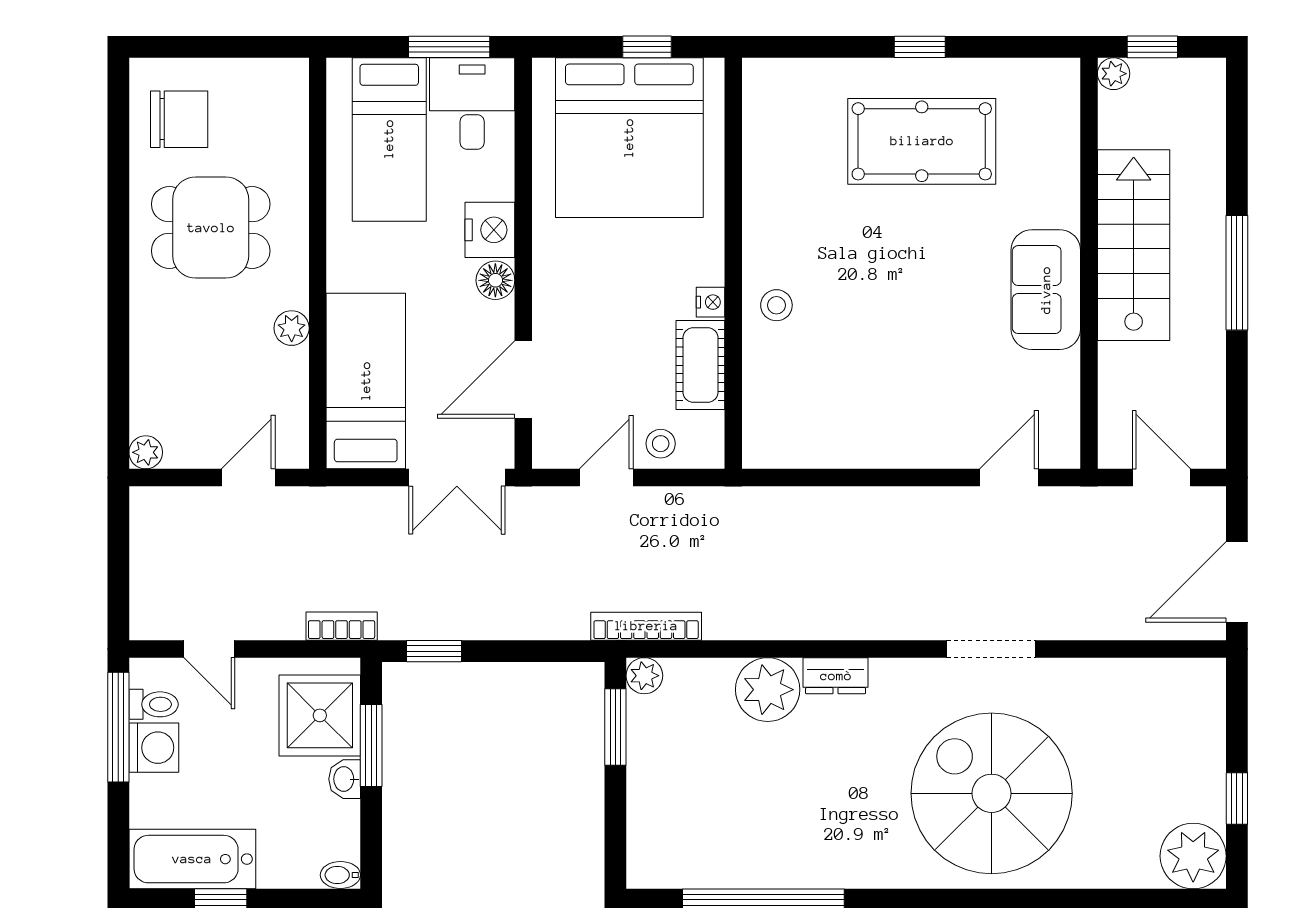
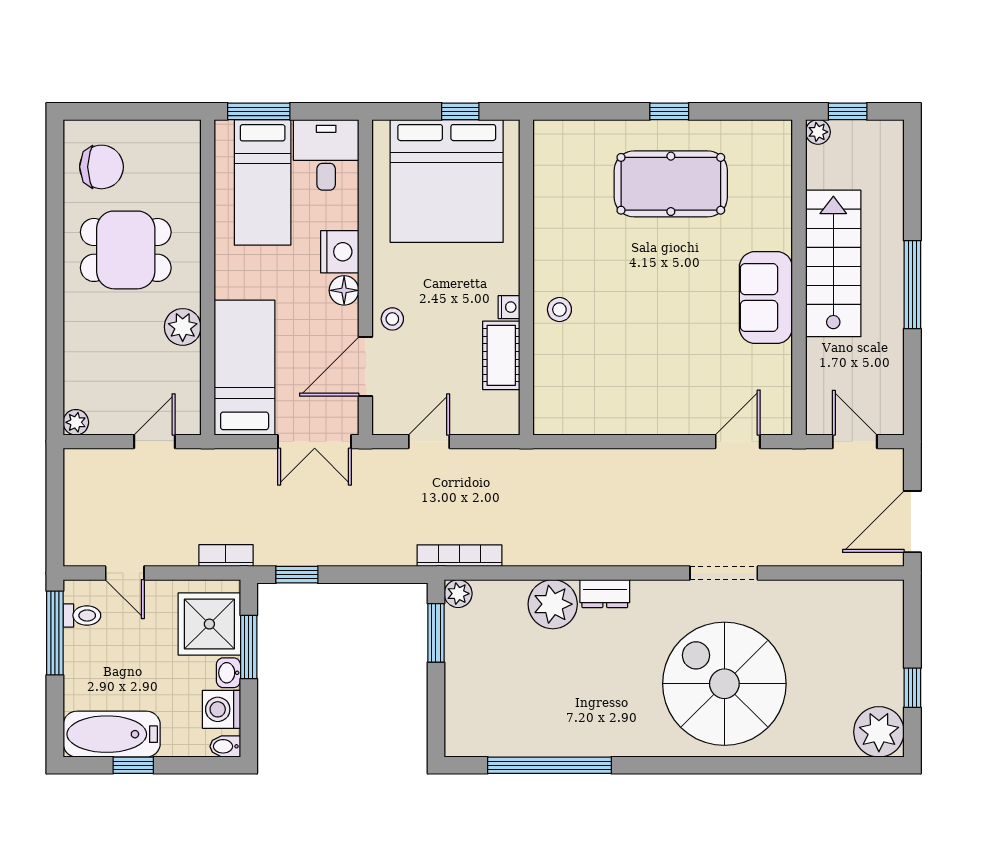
window: (449, 47) -> (259, 111), moved
plant: (292, 328) -> (183, 327), width x1.38, depth x1.38
stool: (661, 444) -> (392, 319), moved
washing machine: (154, 748) -> (221, 709), moved, turned 180

